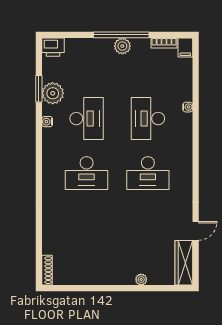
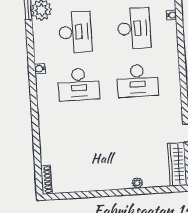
desk: (148, 119) -> (134, 28), turned 180
water cooler: (47, 122) -> (40, 69), moved

